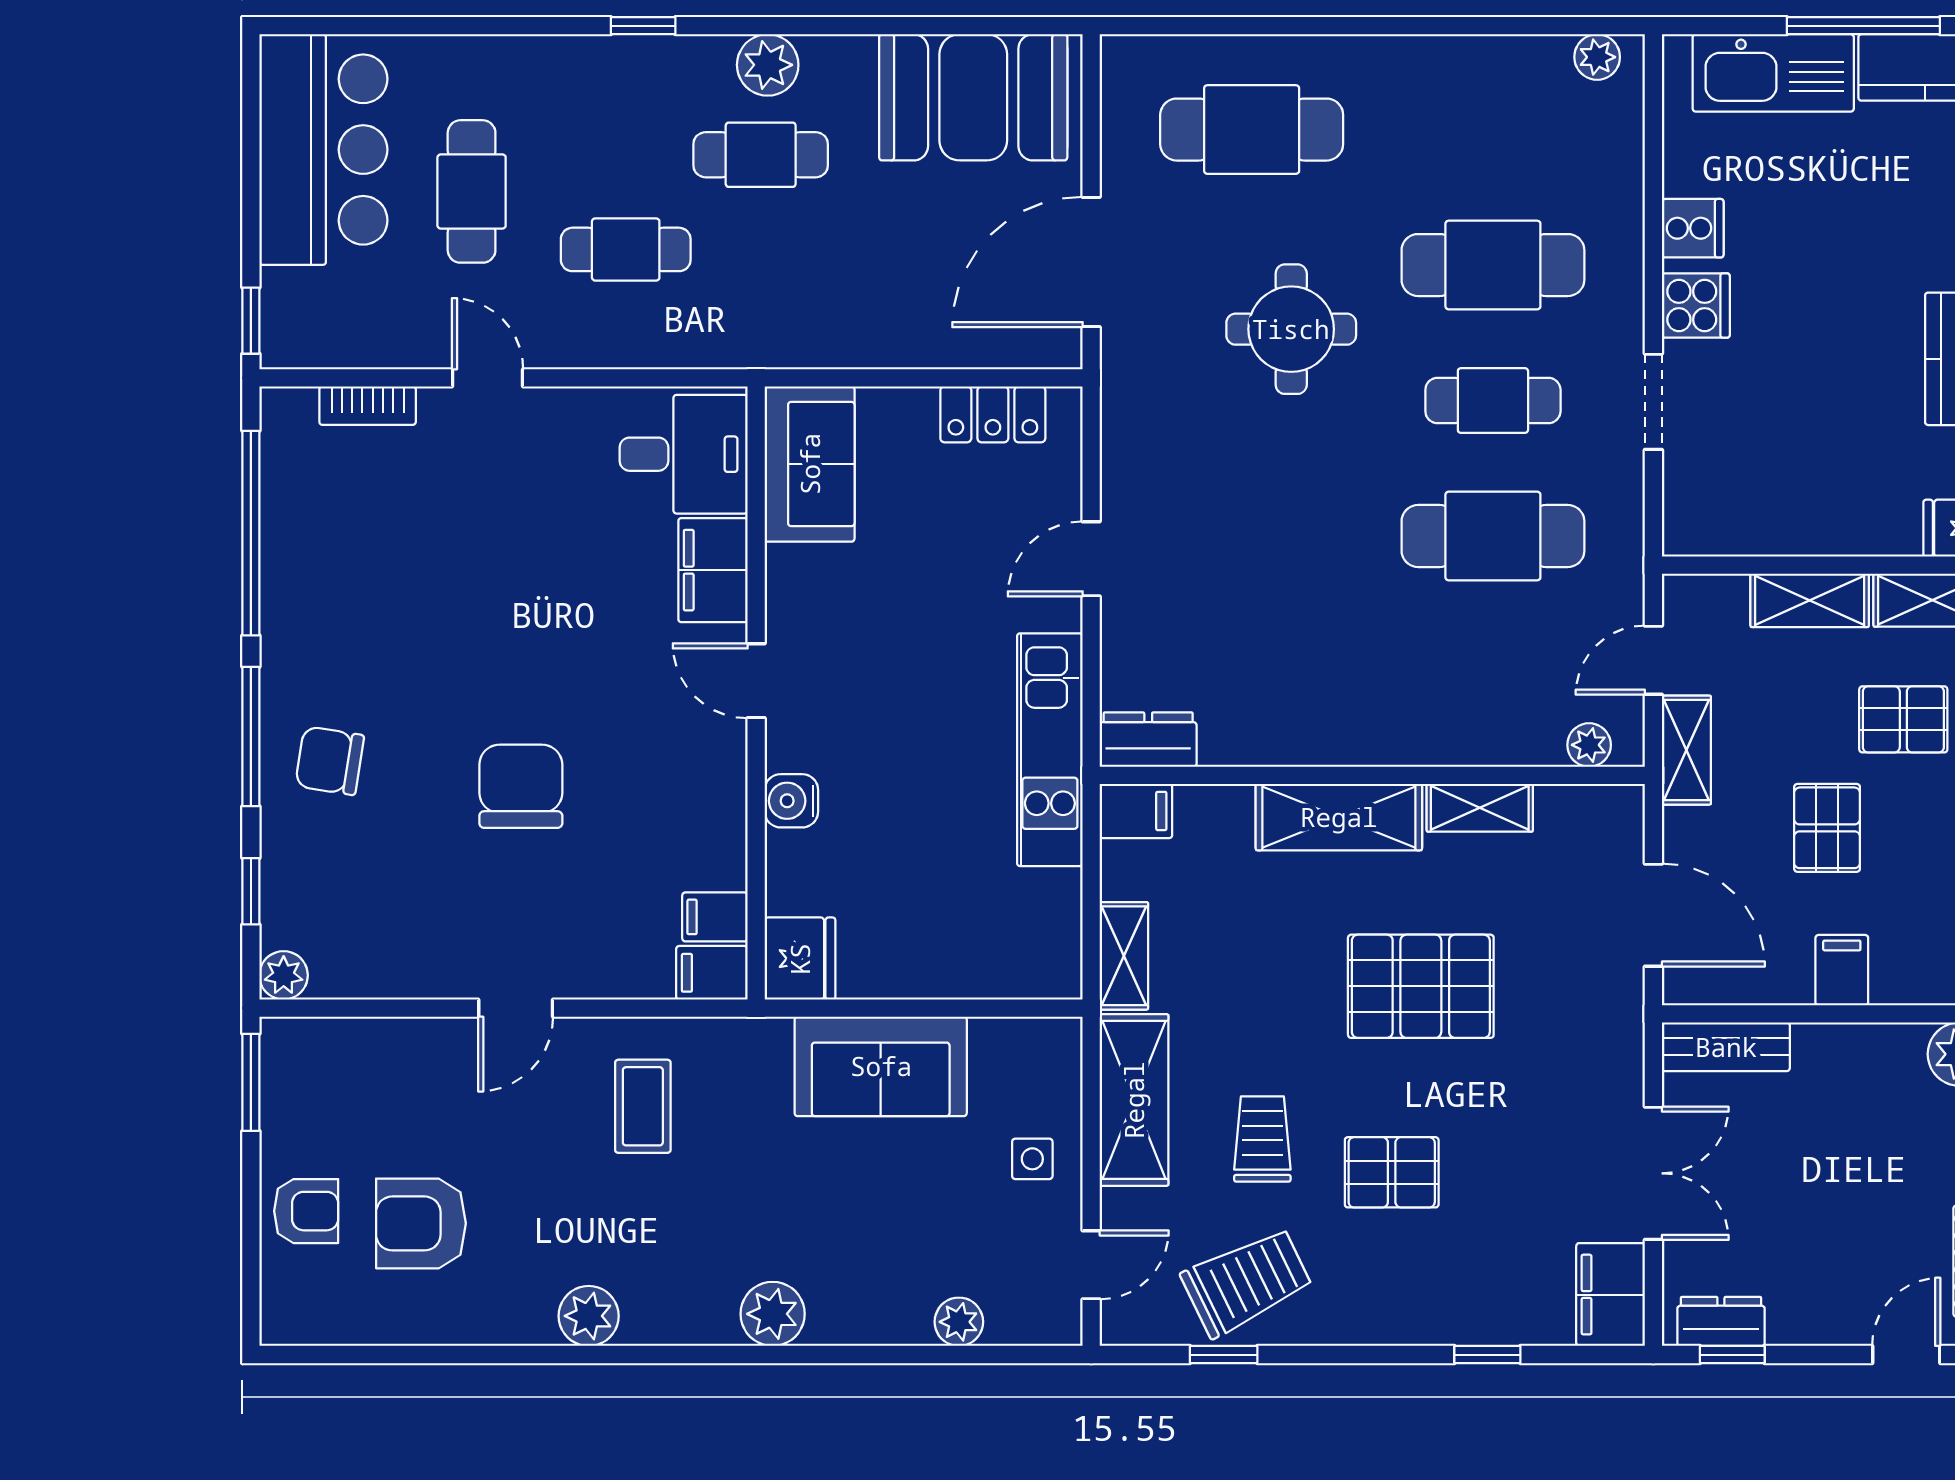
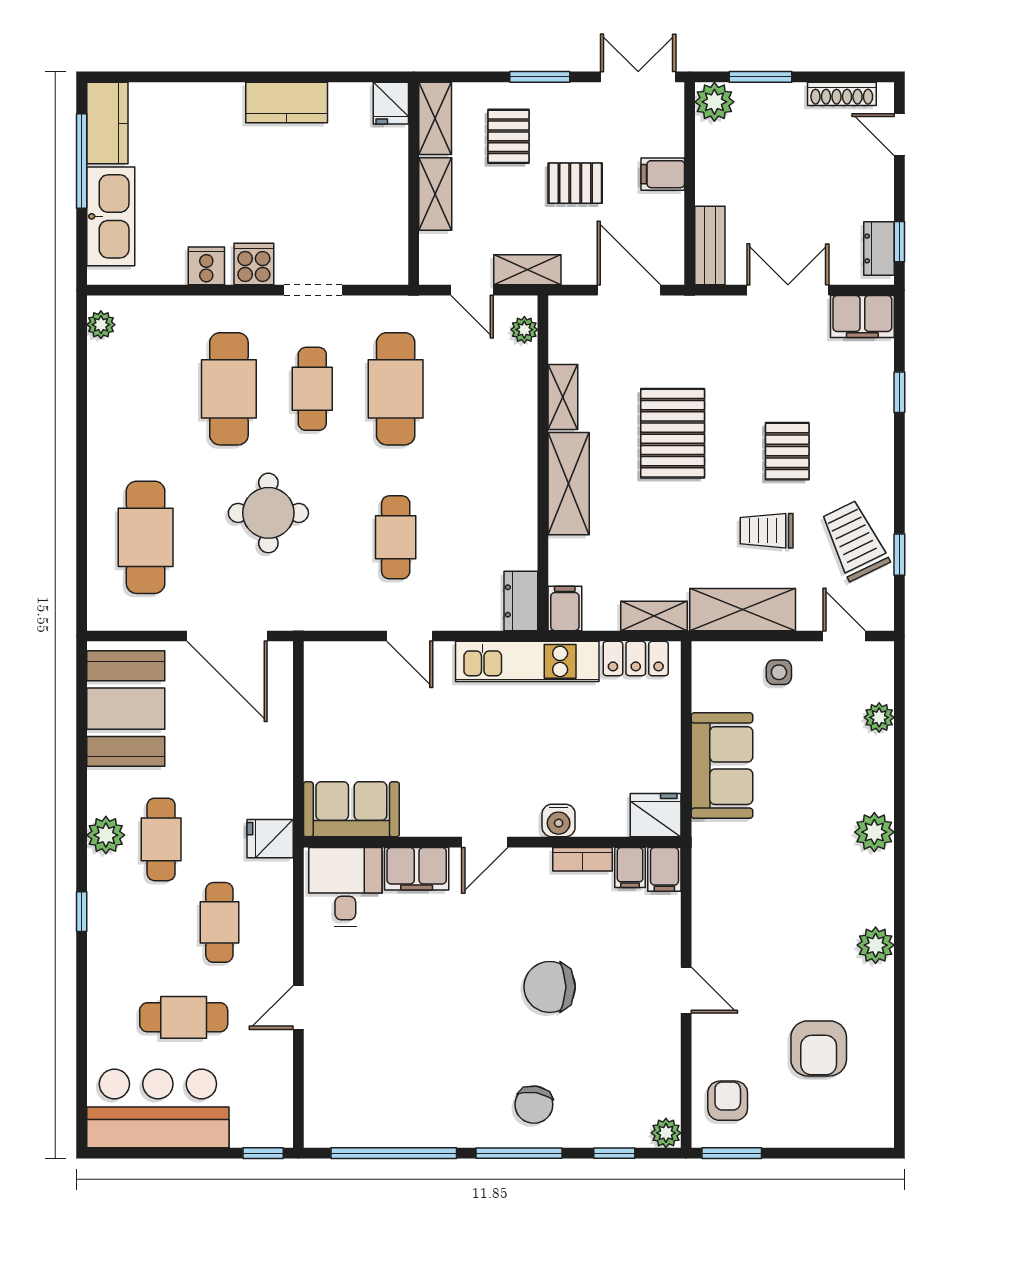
fridge: (762, 332) -> (270, 839), added
bookcase: (368, 406) -> (582, 859), moved, turned 90
locker: (993, 414) -> (636, 659), moved, turned 90
cafe table: (1252, 536) -> (396, 537), added
door: (1653, 915) -> (629, 290), hinge flipped
coffee table: (643, 1106) -> (747, 912), removed
armchair: (306, 1211) -> (728, 1101), moved

